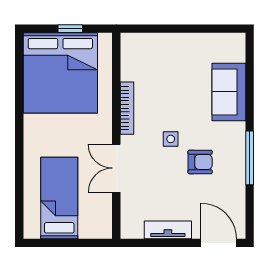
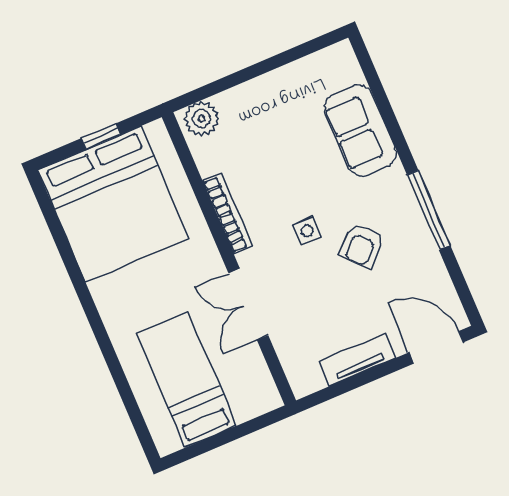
plant: (136, 44) -> (202, 119), added
armchair: (200, 162) -> (362, 245), turned 135

